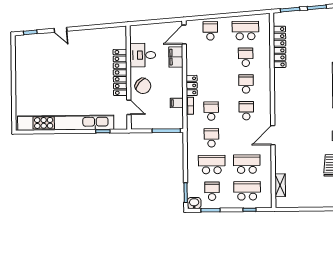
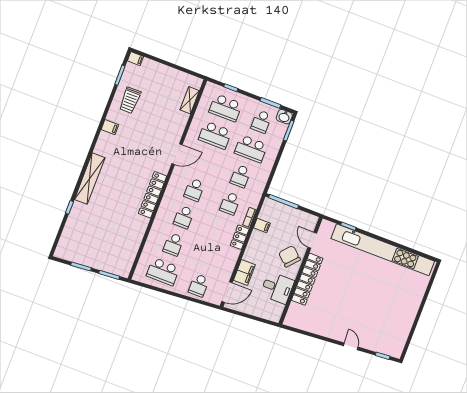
locker: (280, 47) -> (153, 195), moved

